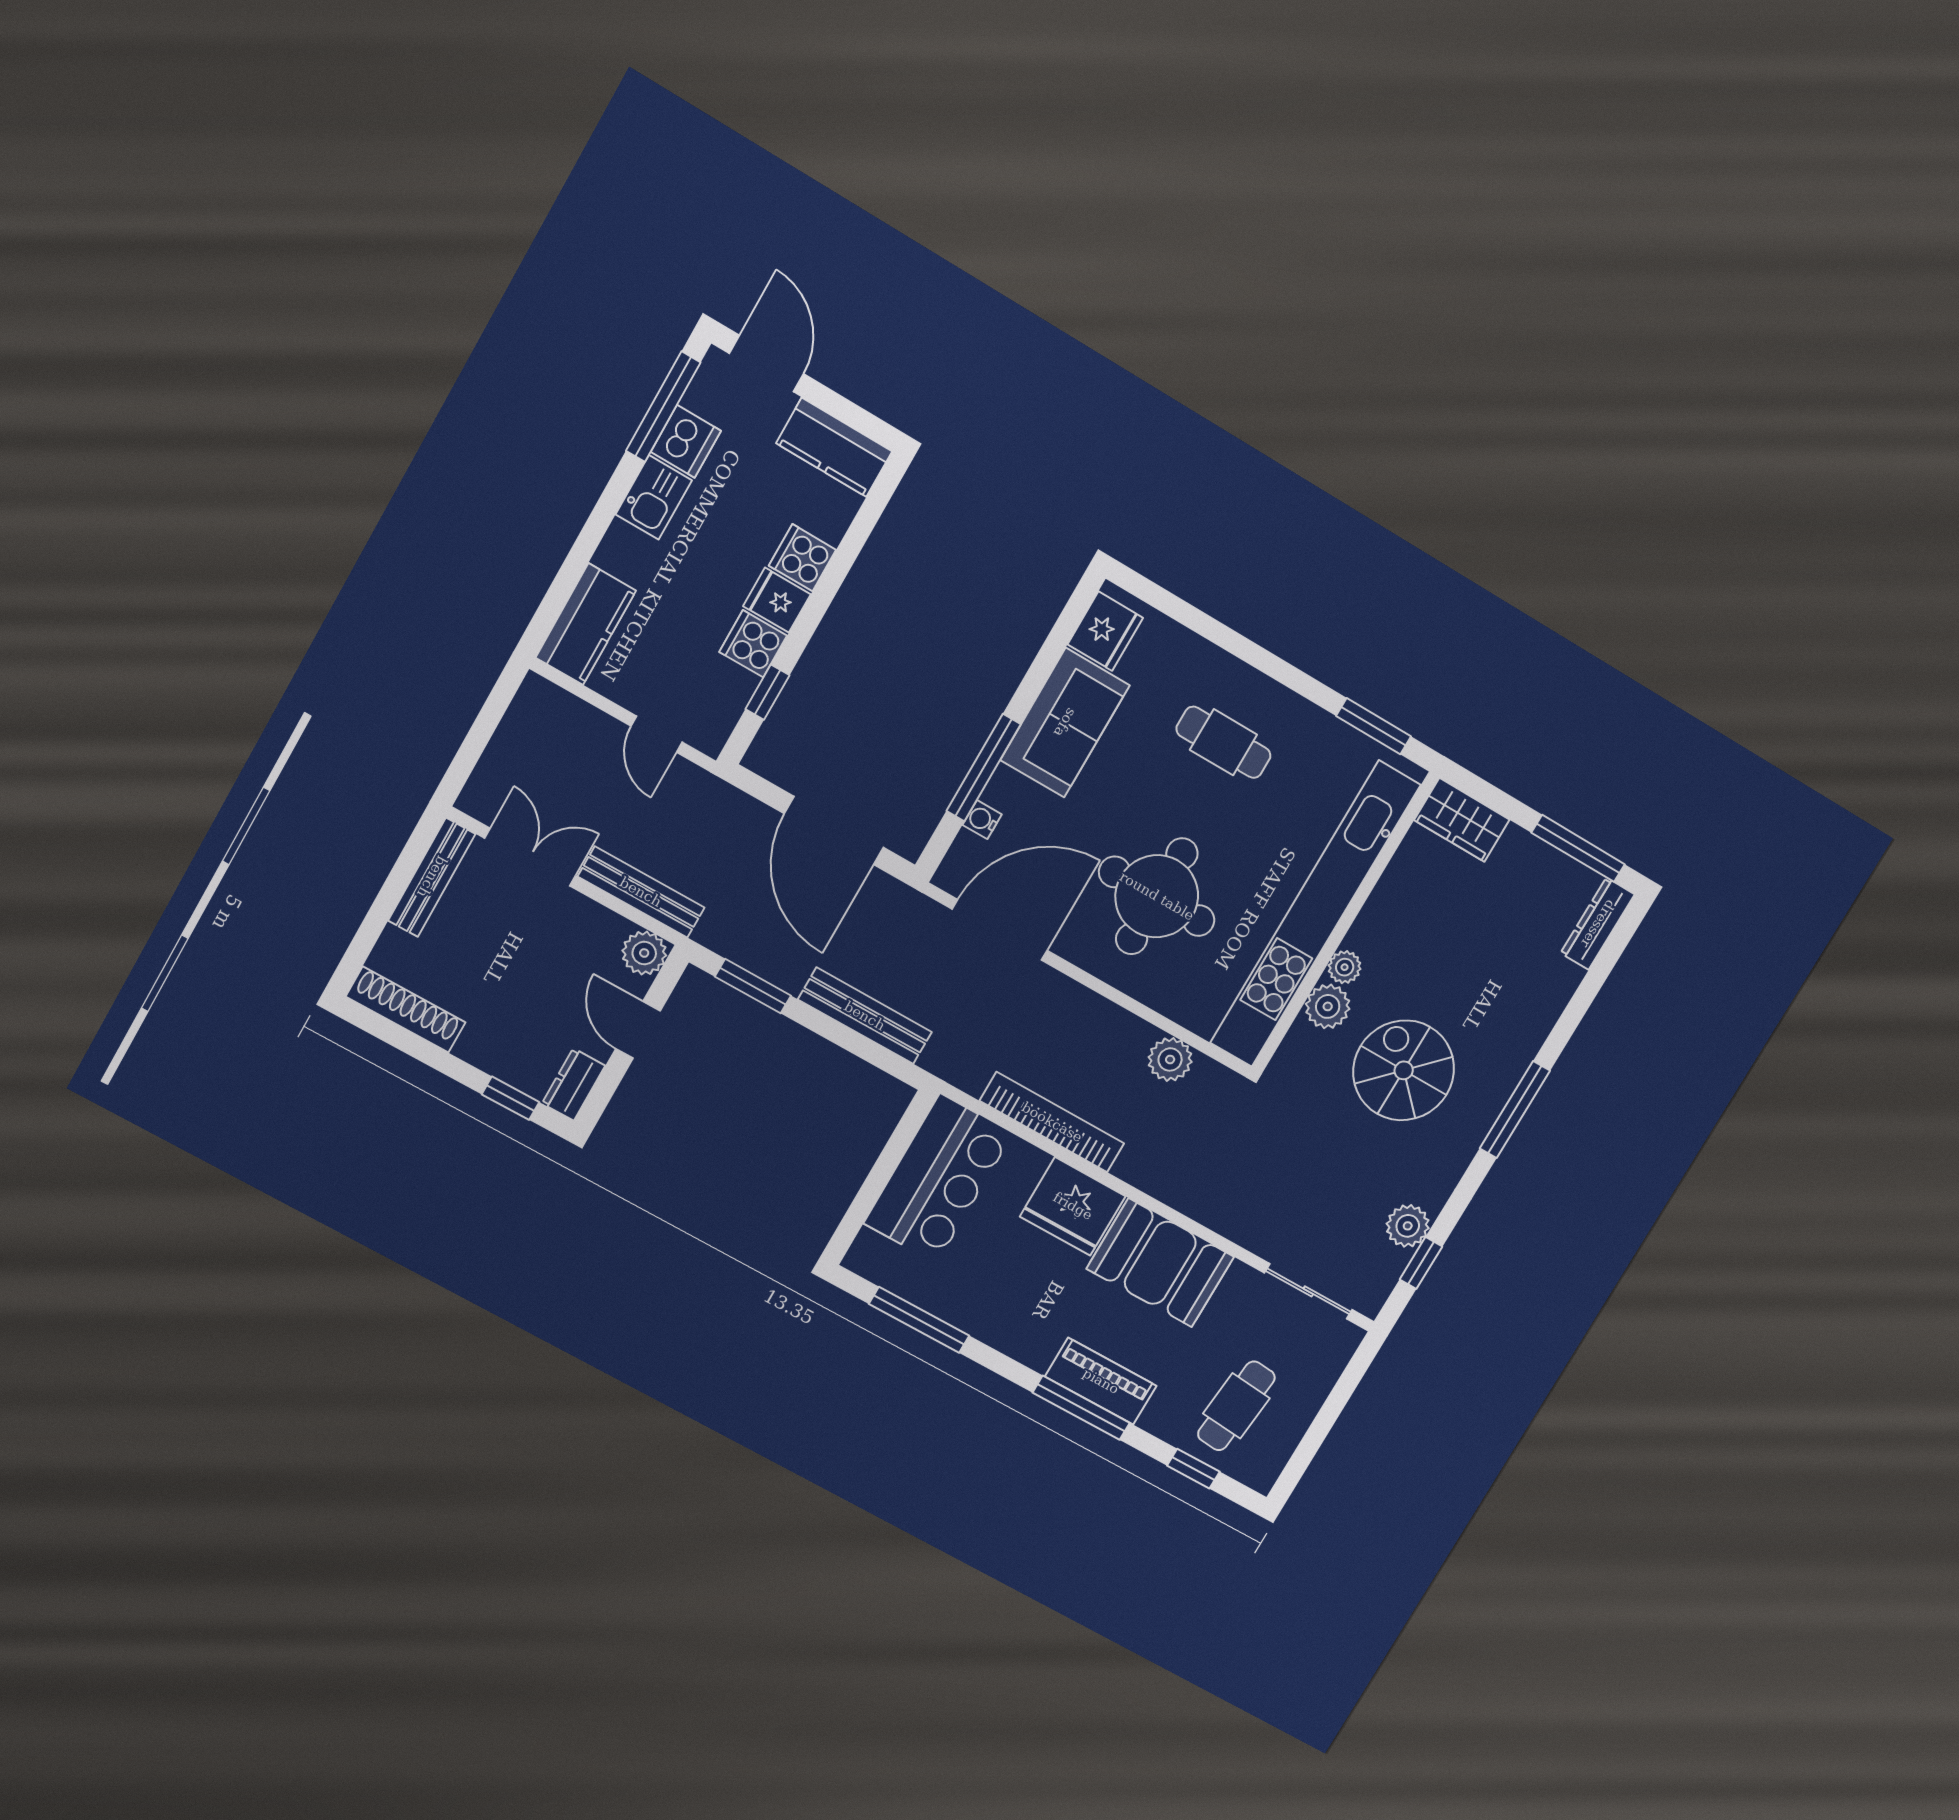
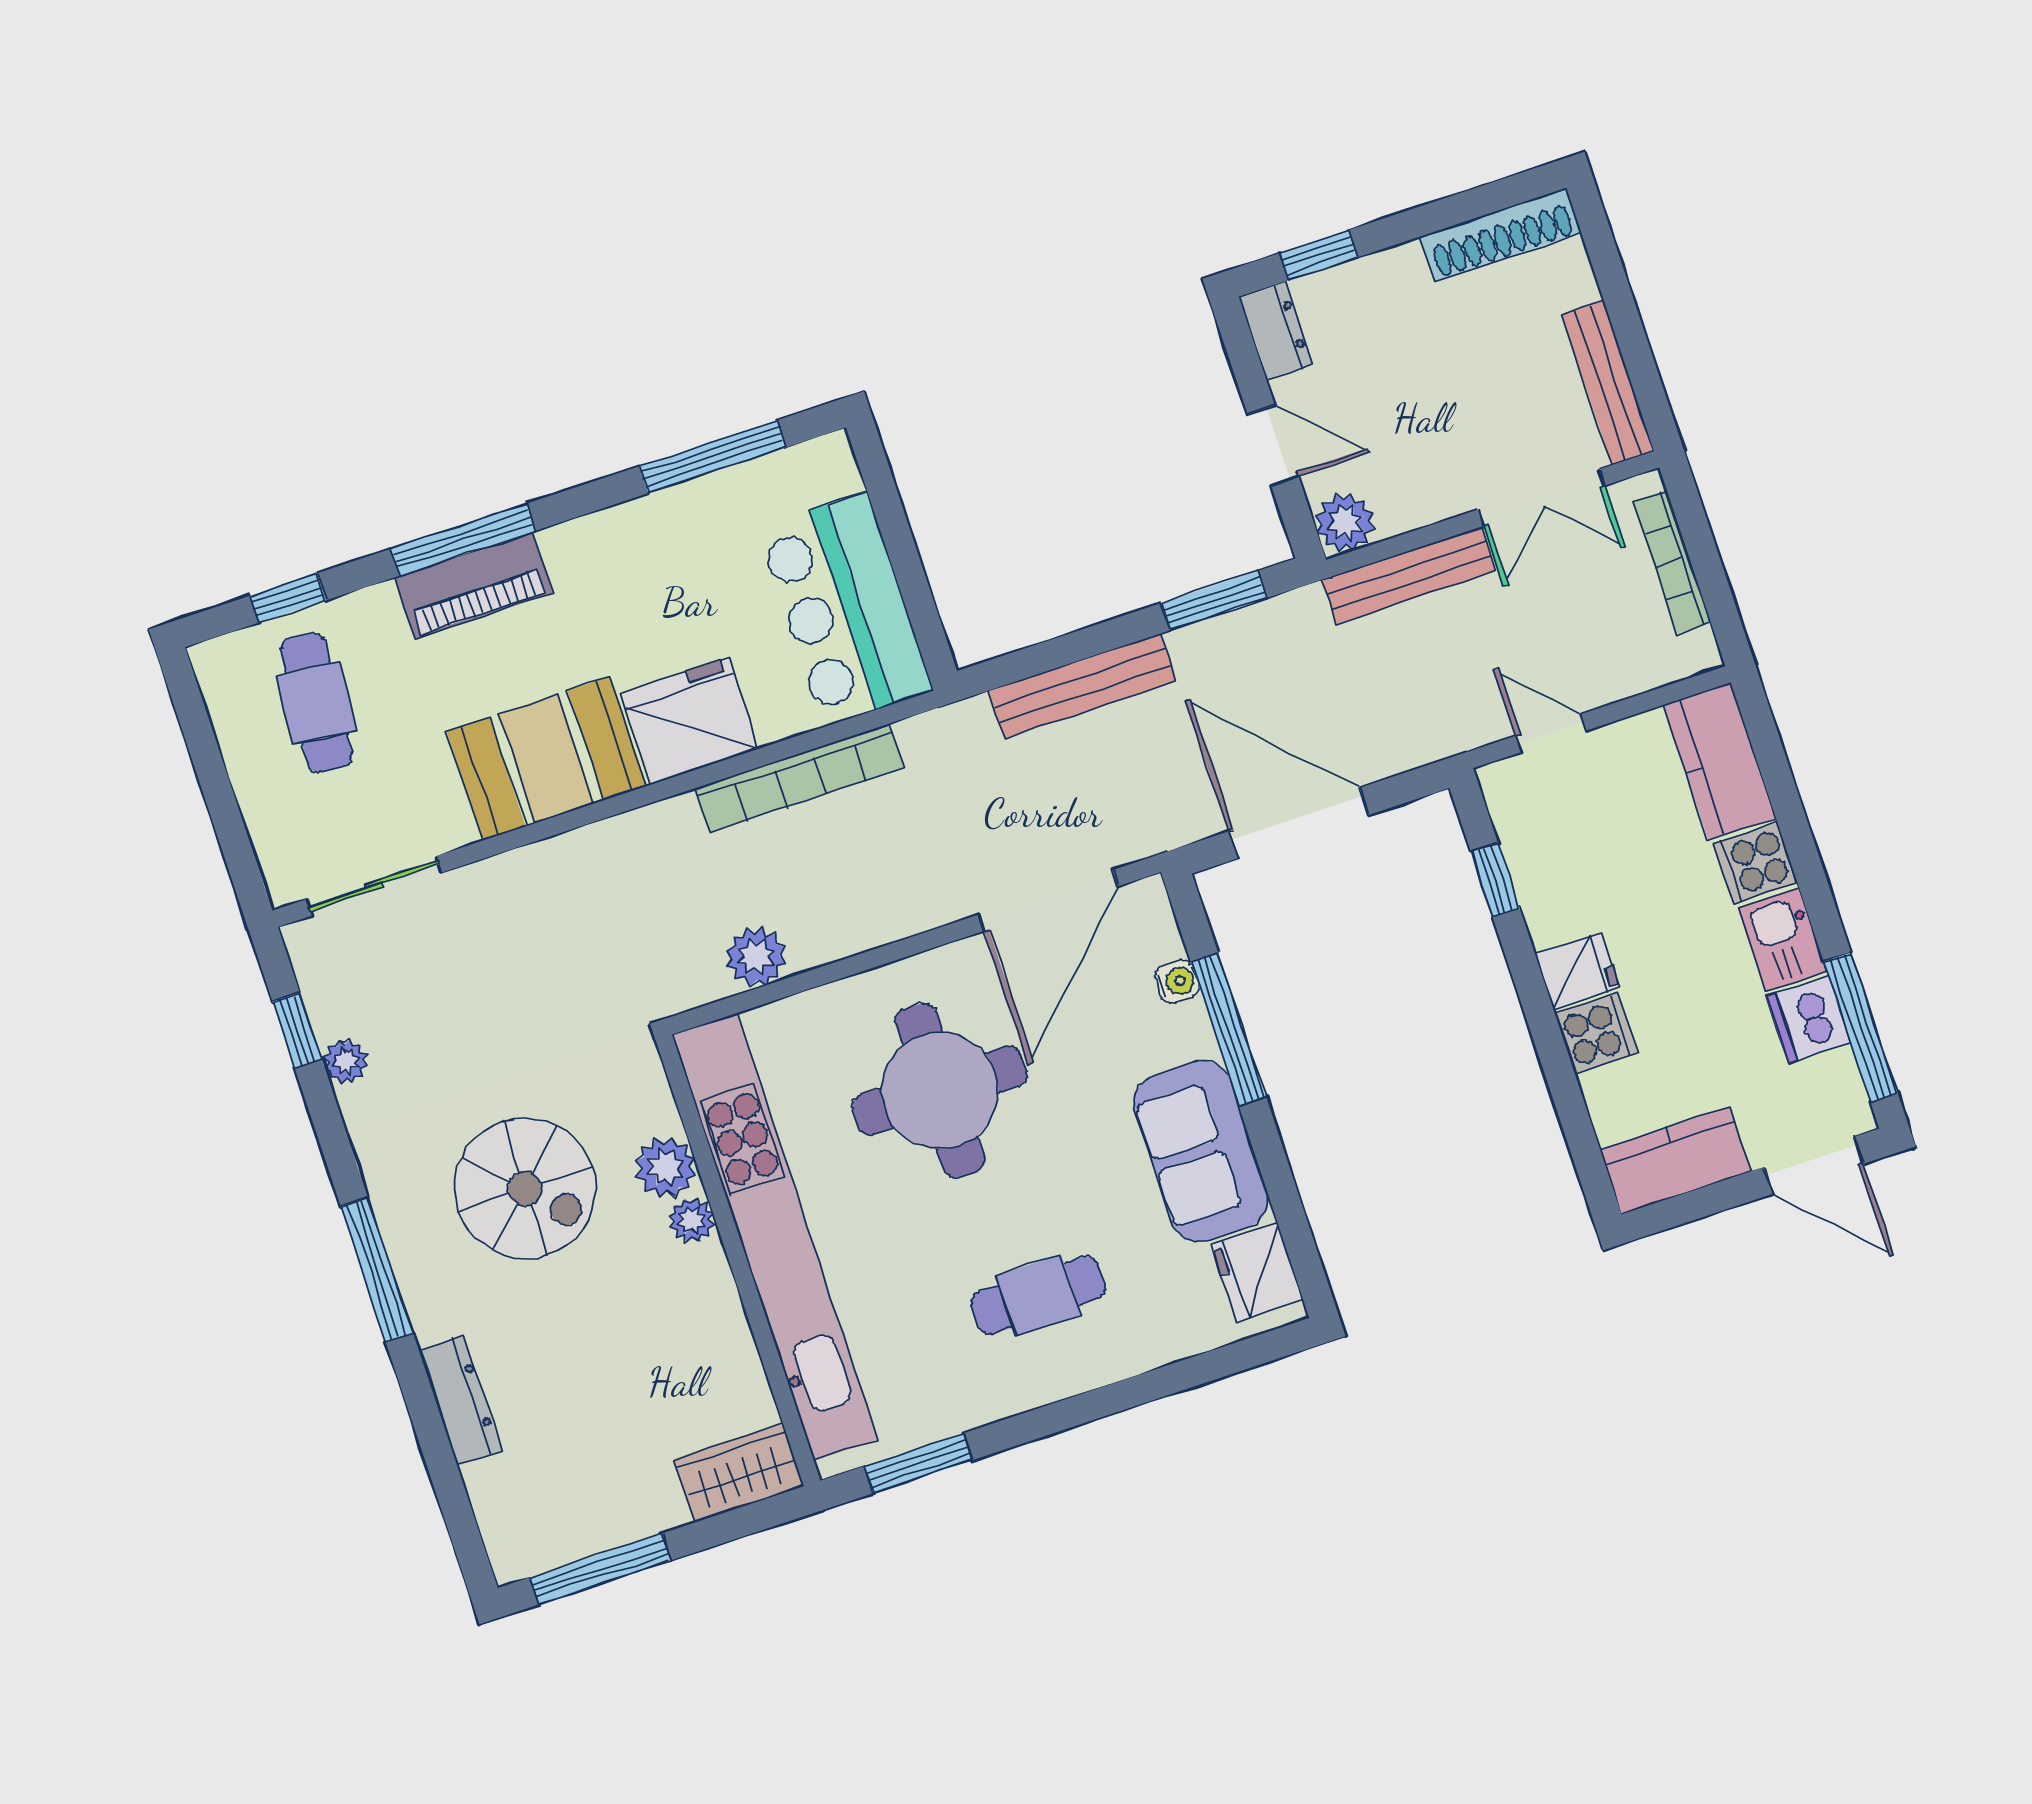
cooker: (753, 644) -> (1756, 863), moved, turned 180
bookcase: (498, 752) -> (1672, 562), added
dresser: (1598, 924) -> (460, 1401), moved
plant: (1408, 1226) -> (346, 1061), width x0.73, depth x0.73

